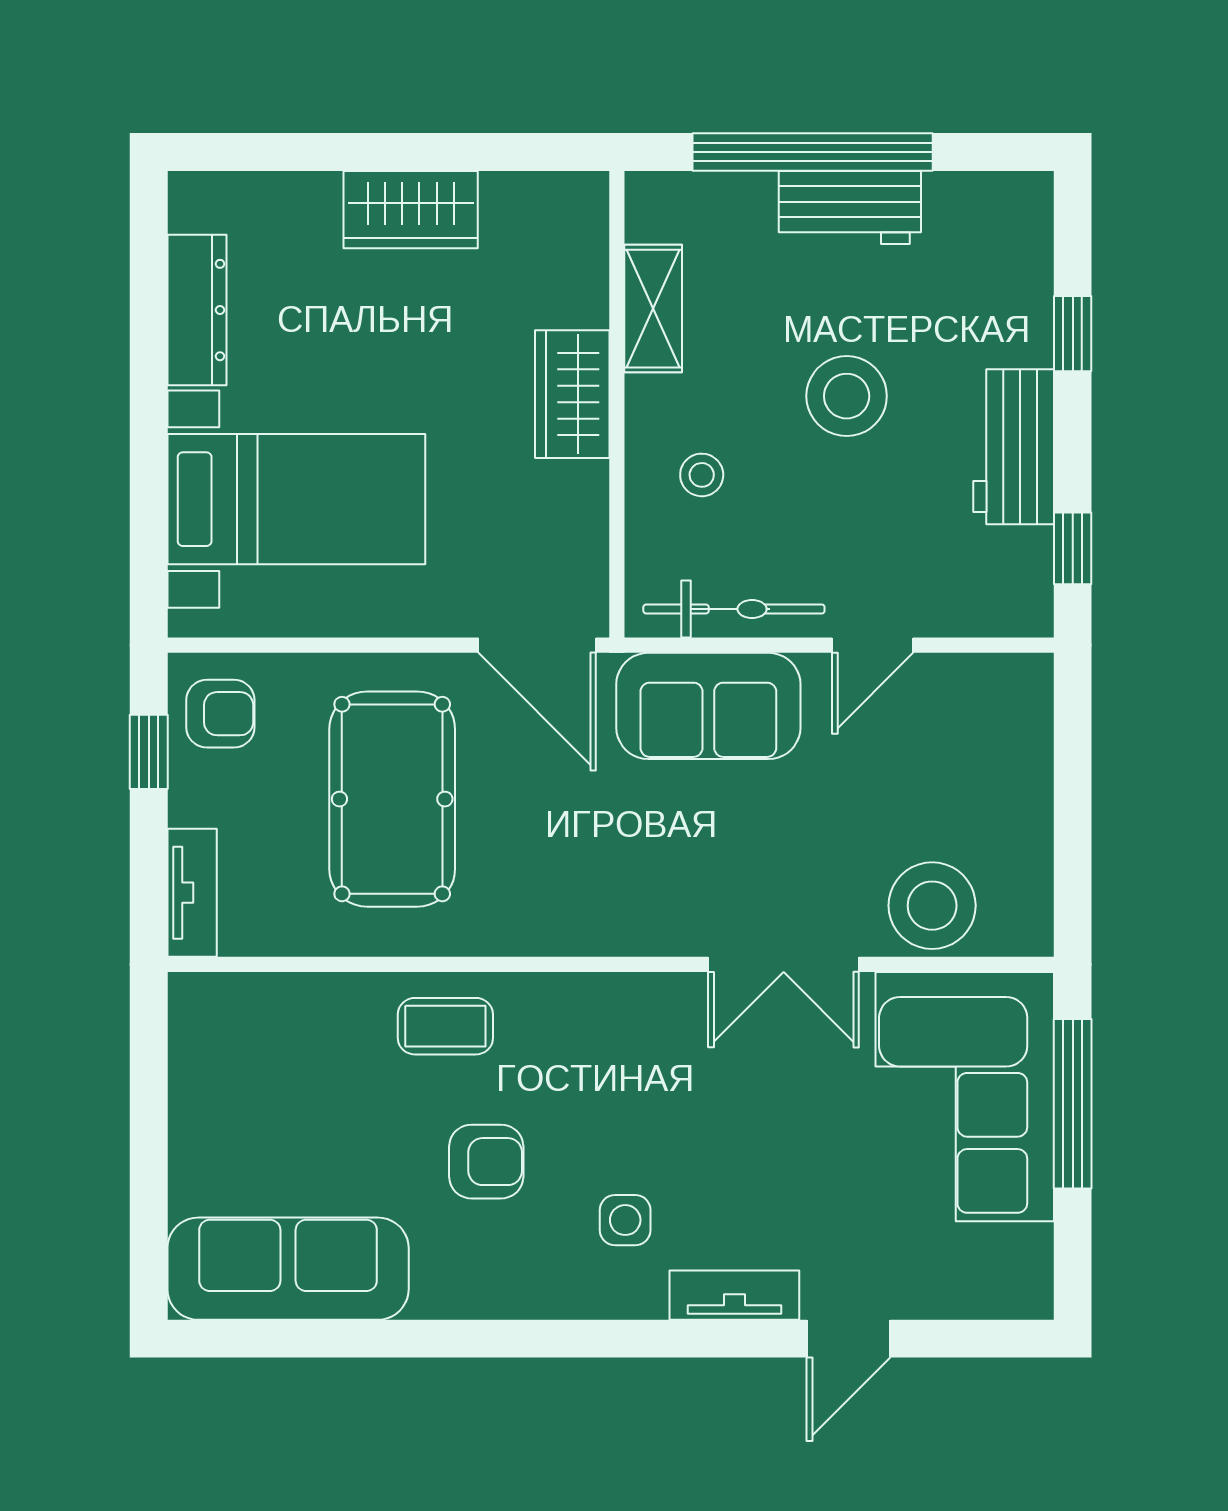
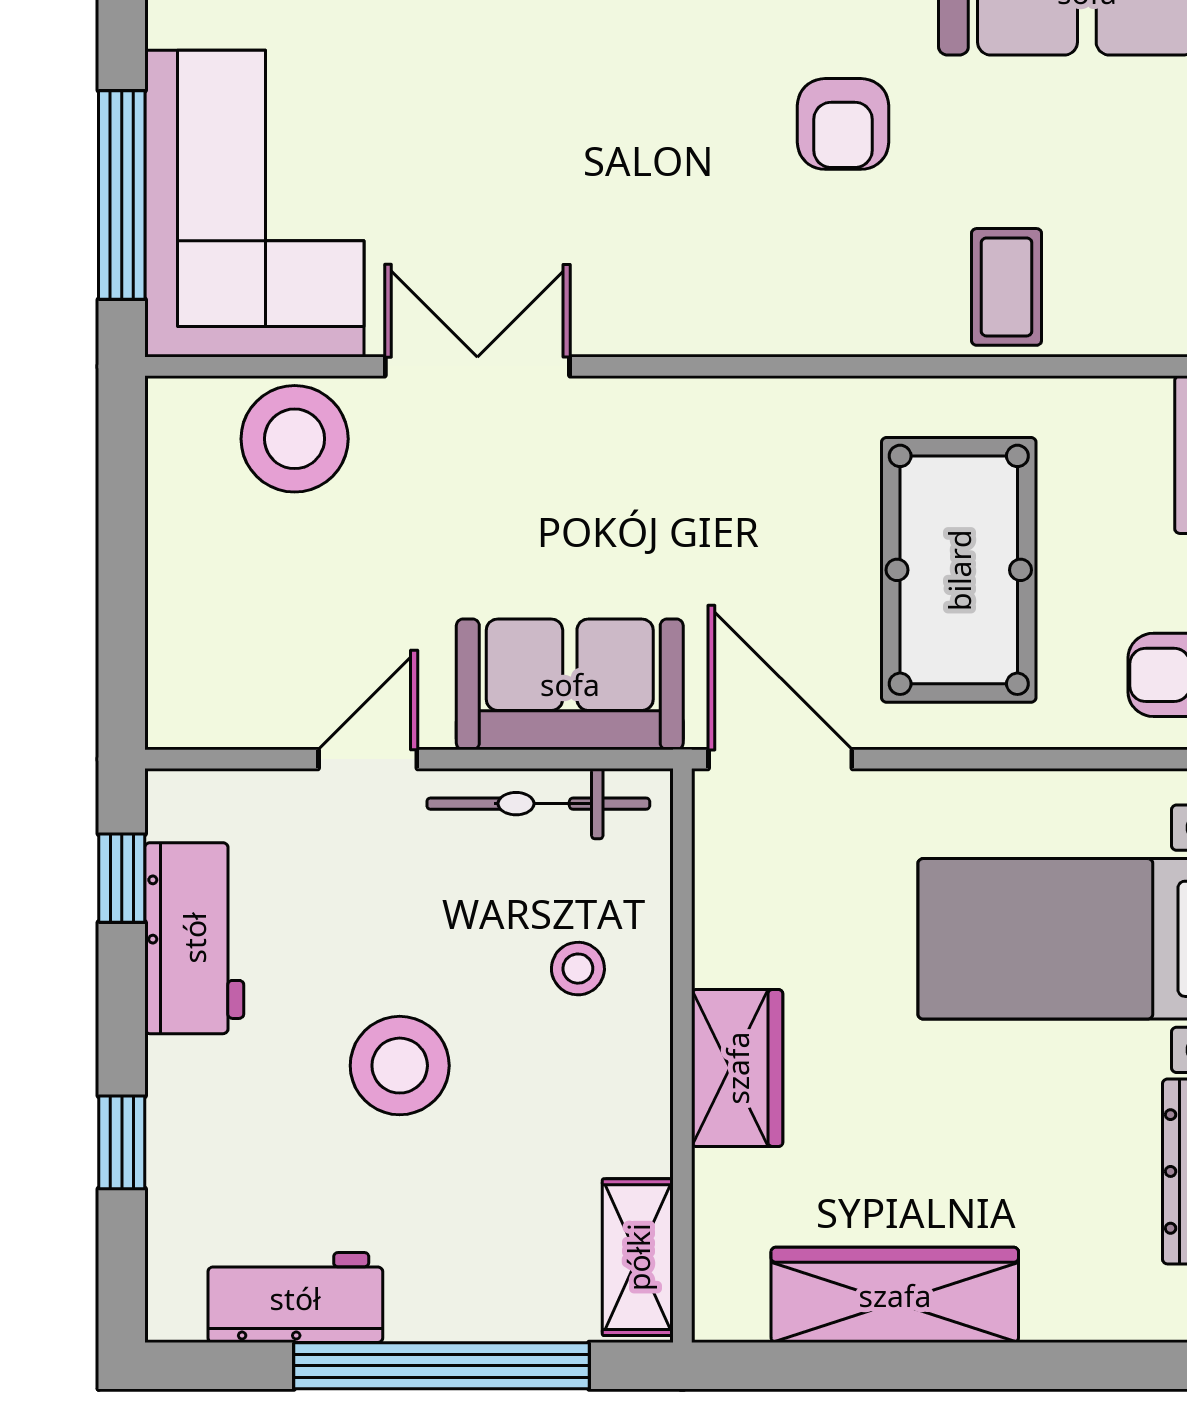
workbench: (850, 207) -> (295, 1298), moved
wardrobe: (411, 210) -> (895, 1295), width x1.50
shelving: (653, 309) -> (638, 1257), moved
workbench: (1014, 447) -> (194, 938), moved
coffee table: (445, 1026) -> (1007, 287), moved, turned 90
armchair: (486, 1162) -> (843, 124), turned -90
side table: (625, 1220) -> (672, 52), removed

